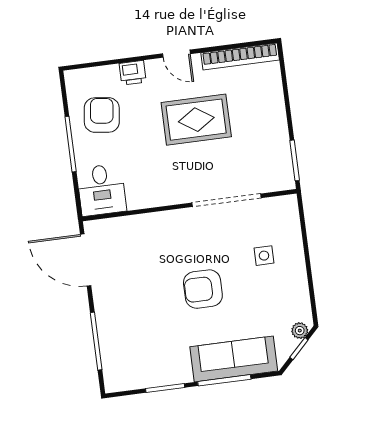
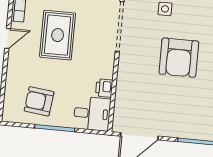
printer: (133, 73) -> (104, 88), moved, turned 180
armchair: (203, 289) -> (179, 58), width x1.36, depth x1.36

